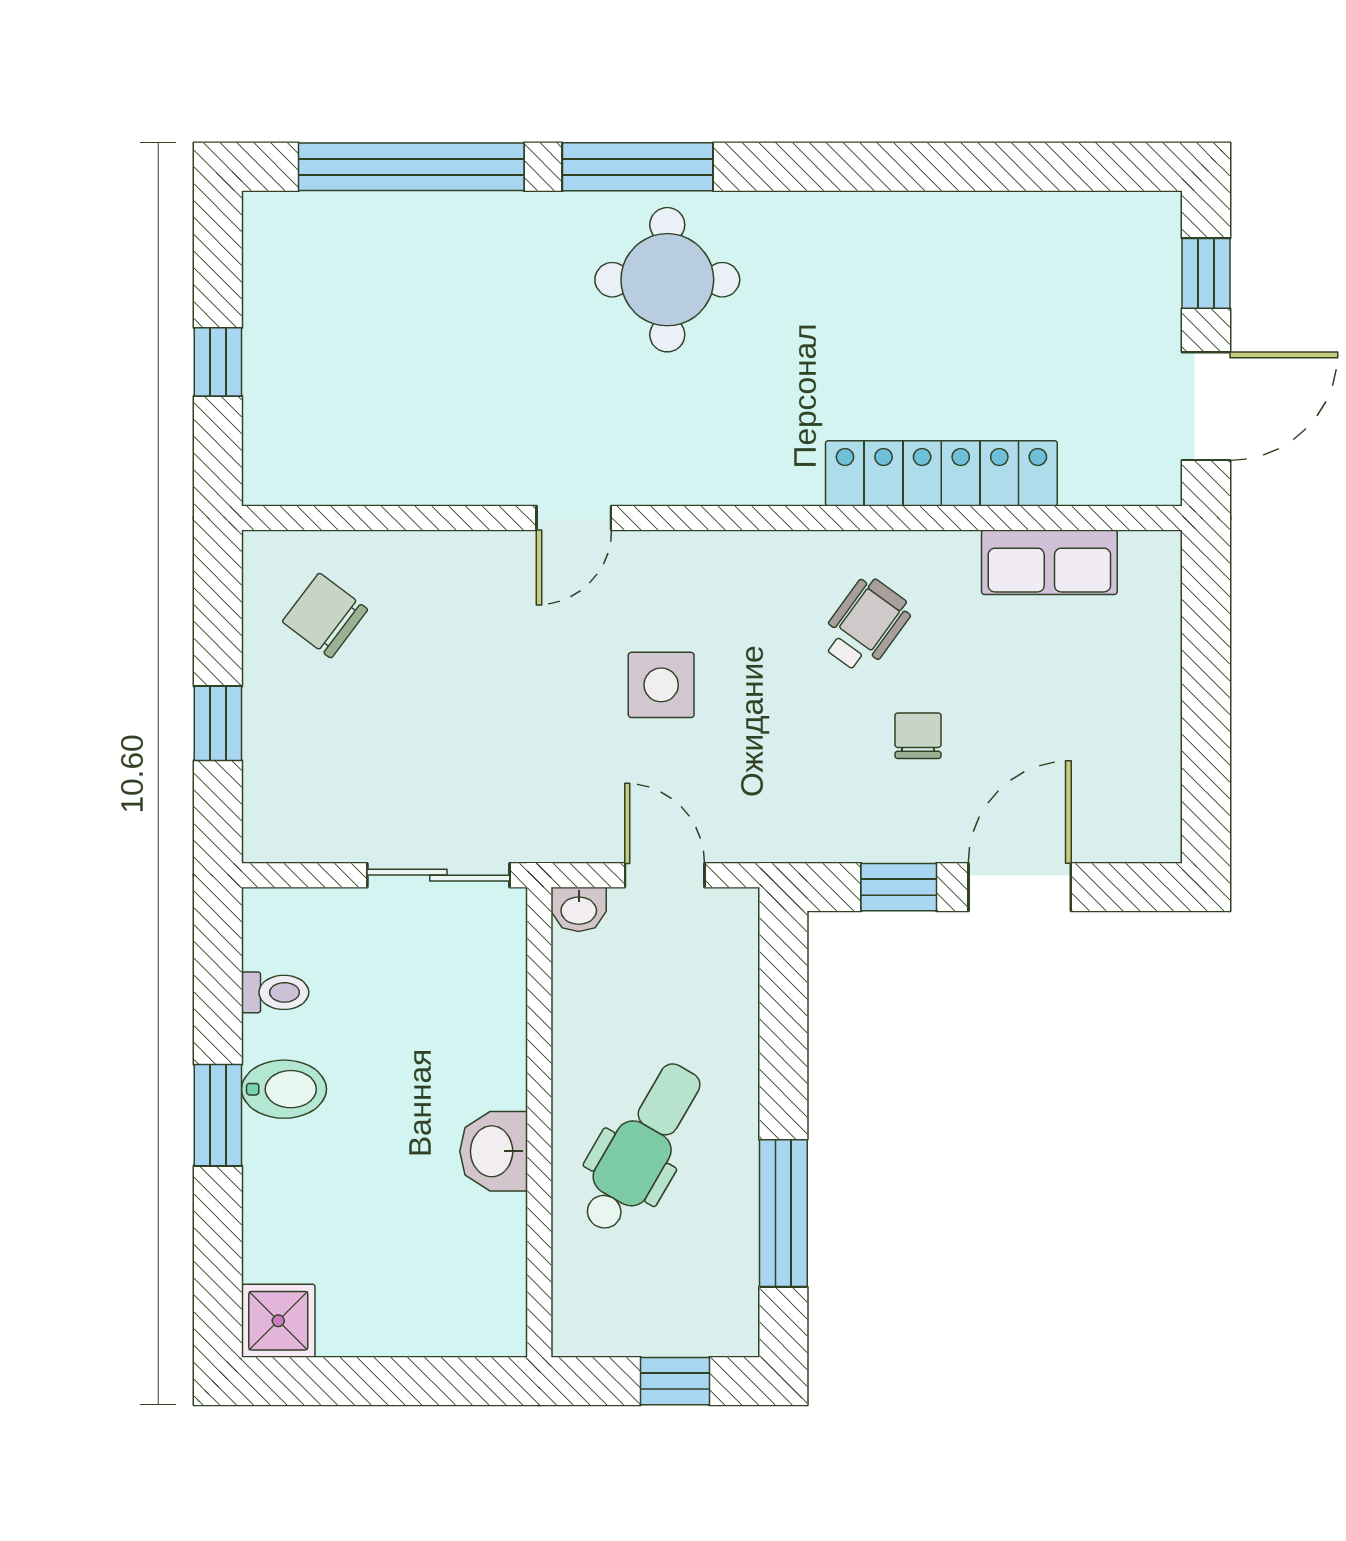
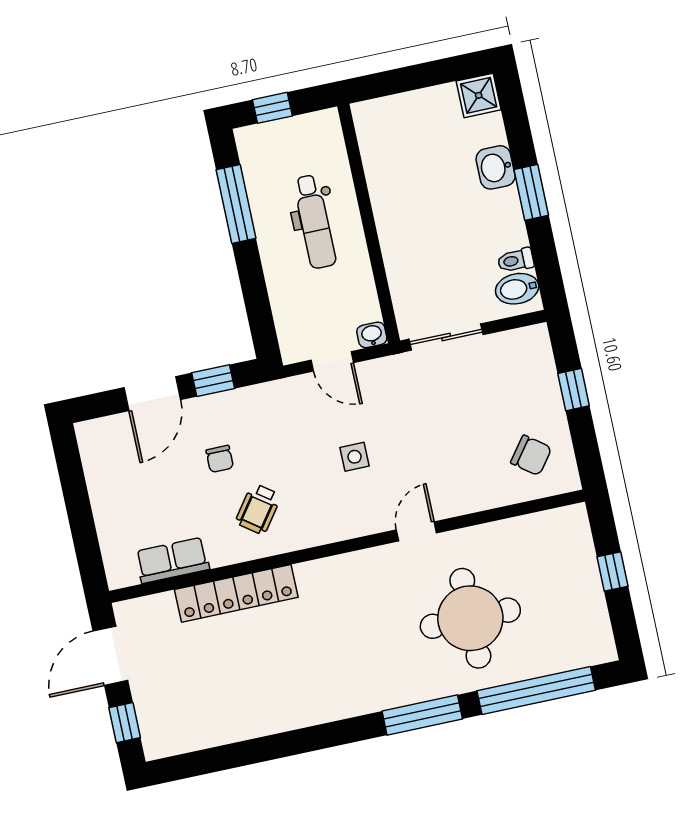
round table: (667, 280) -> (470, 618), moved, width x1.36, depth x1.36
side table: (661, 685) -> (355, 457), width x0.73, depth x0.73
bidet: (284, 1089) -> (517, 289), moved
dental chair: (641, 1148) -> (315, 222), turned -30
washbasin: (494, 1151) -> (496, 167), moved, turned 180

